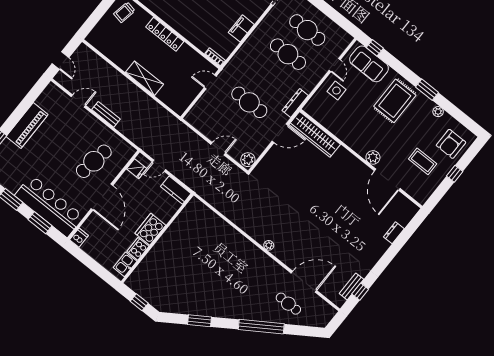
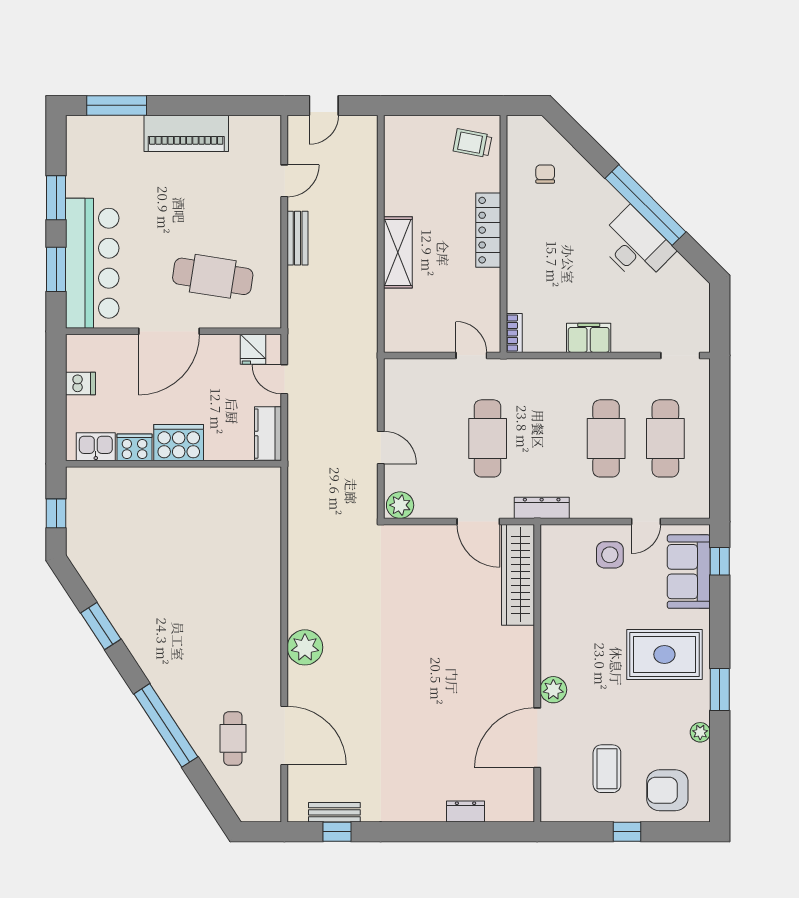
door: (78, 101) -> (284, 181), hinge flipped
dishwasher: (79, 238) -> (81, 384), moved
plant: (269, 245) -> (305, 647), width x1.88, depth x1.88

